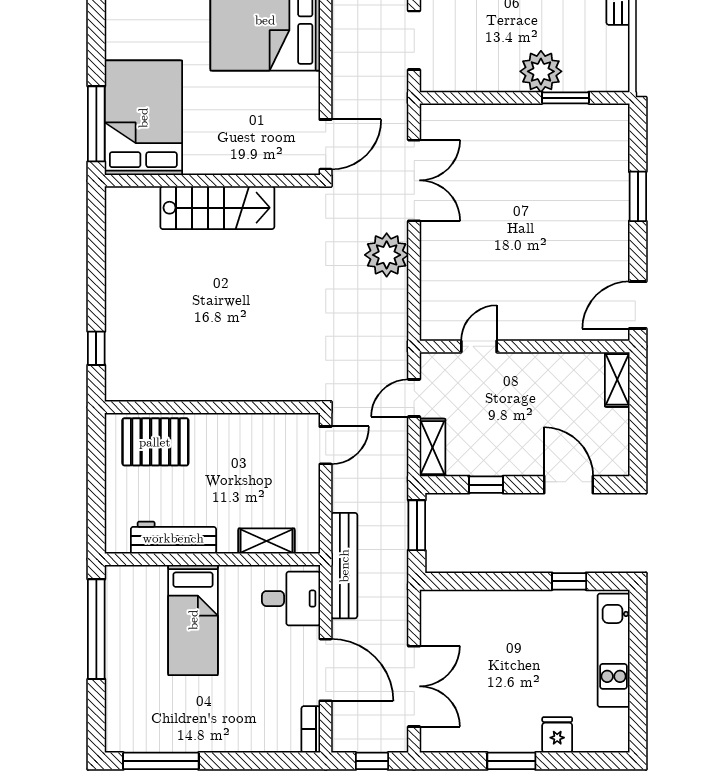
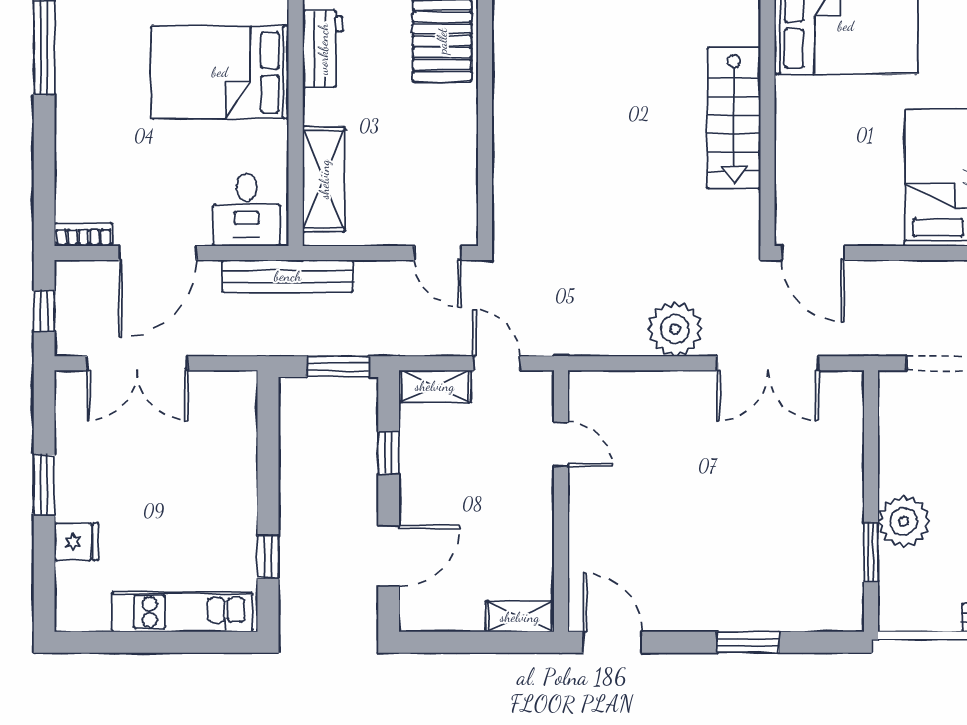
workbench: (173, 538) -> (323, 49), width x0.73
shelving: (266, 541) -> (324, 179), width x1.50, depth x1.33
bed: (193, 620) -> (220, 72), width x1.50

